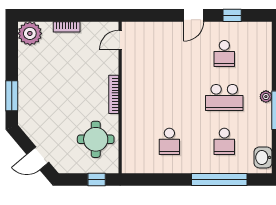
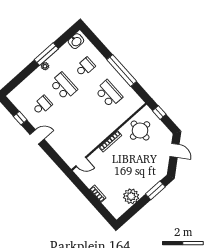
plant: (30, 33) -> (131, 196), moved
school desk: (169, 141) -> (109, 94), width x1.85
window: (219, 180) -> (122, 70), moved

